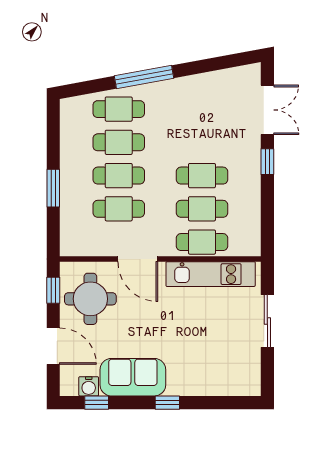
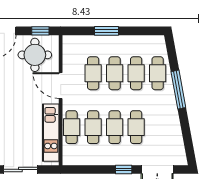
cafe table: (202, 142) -> (136, 127), added
door: (138, 259) -> (61, 86), hinge flipped

